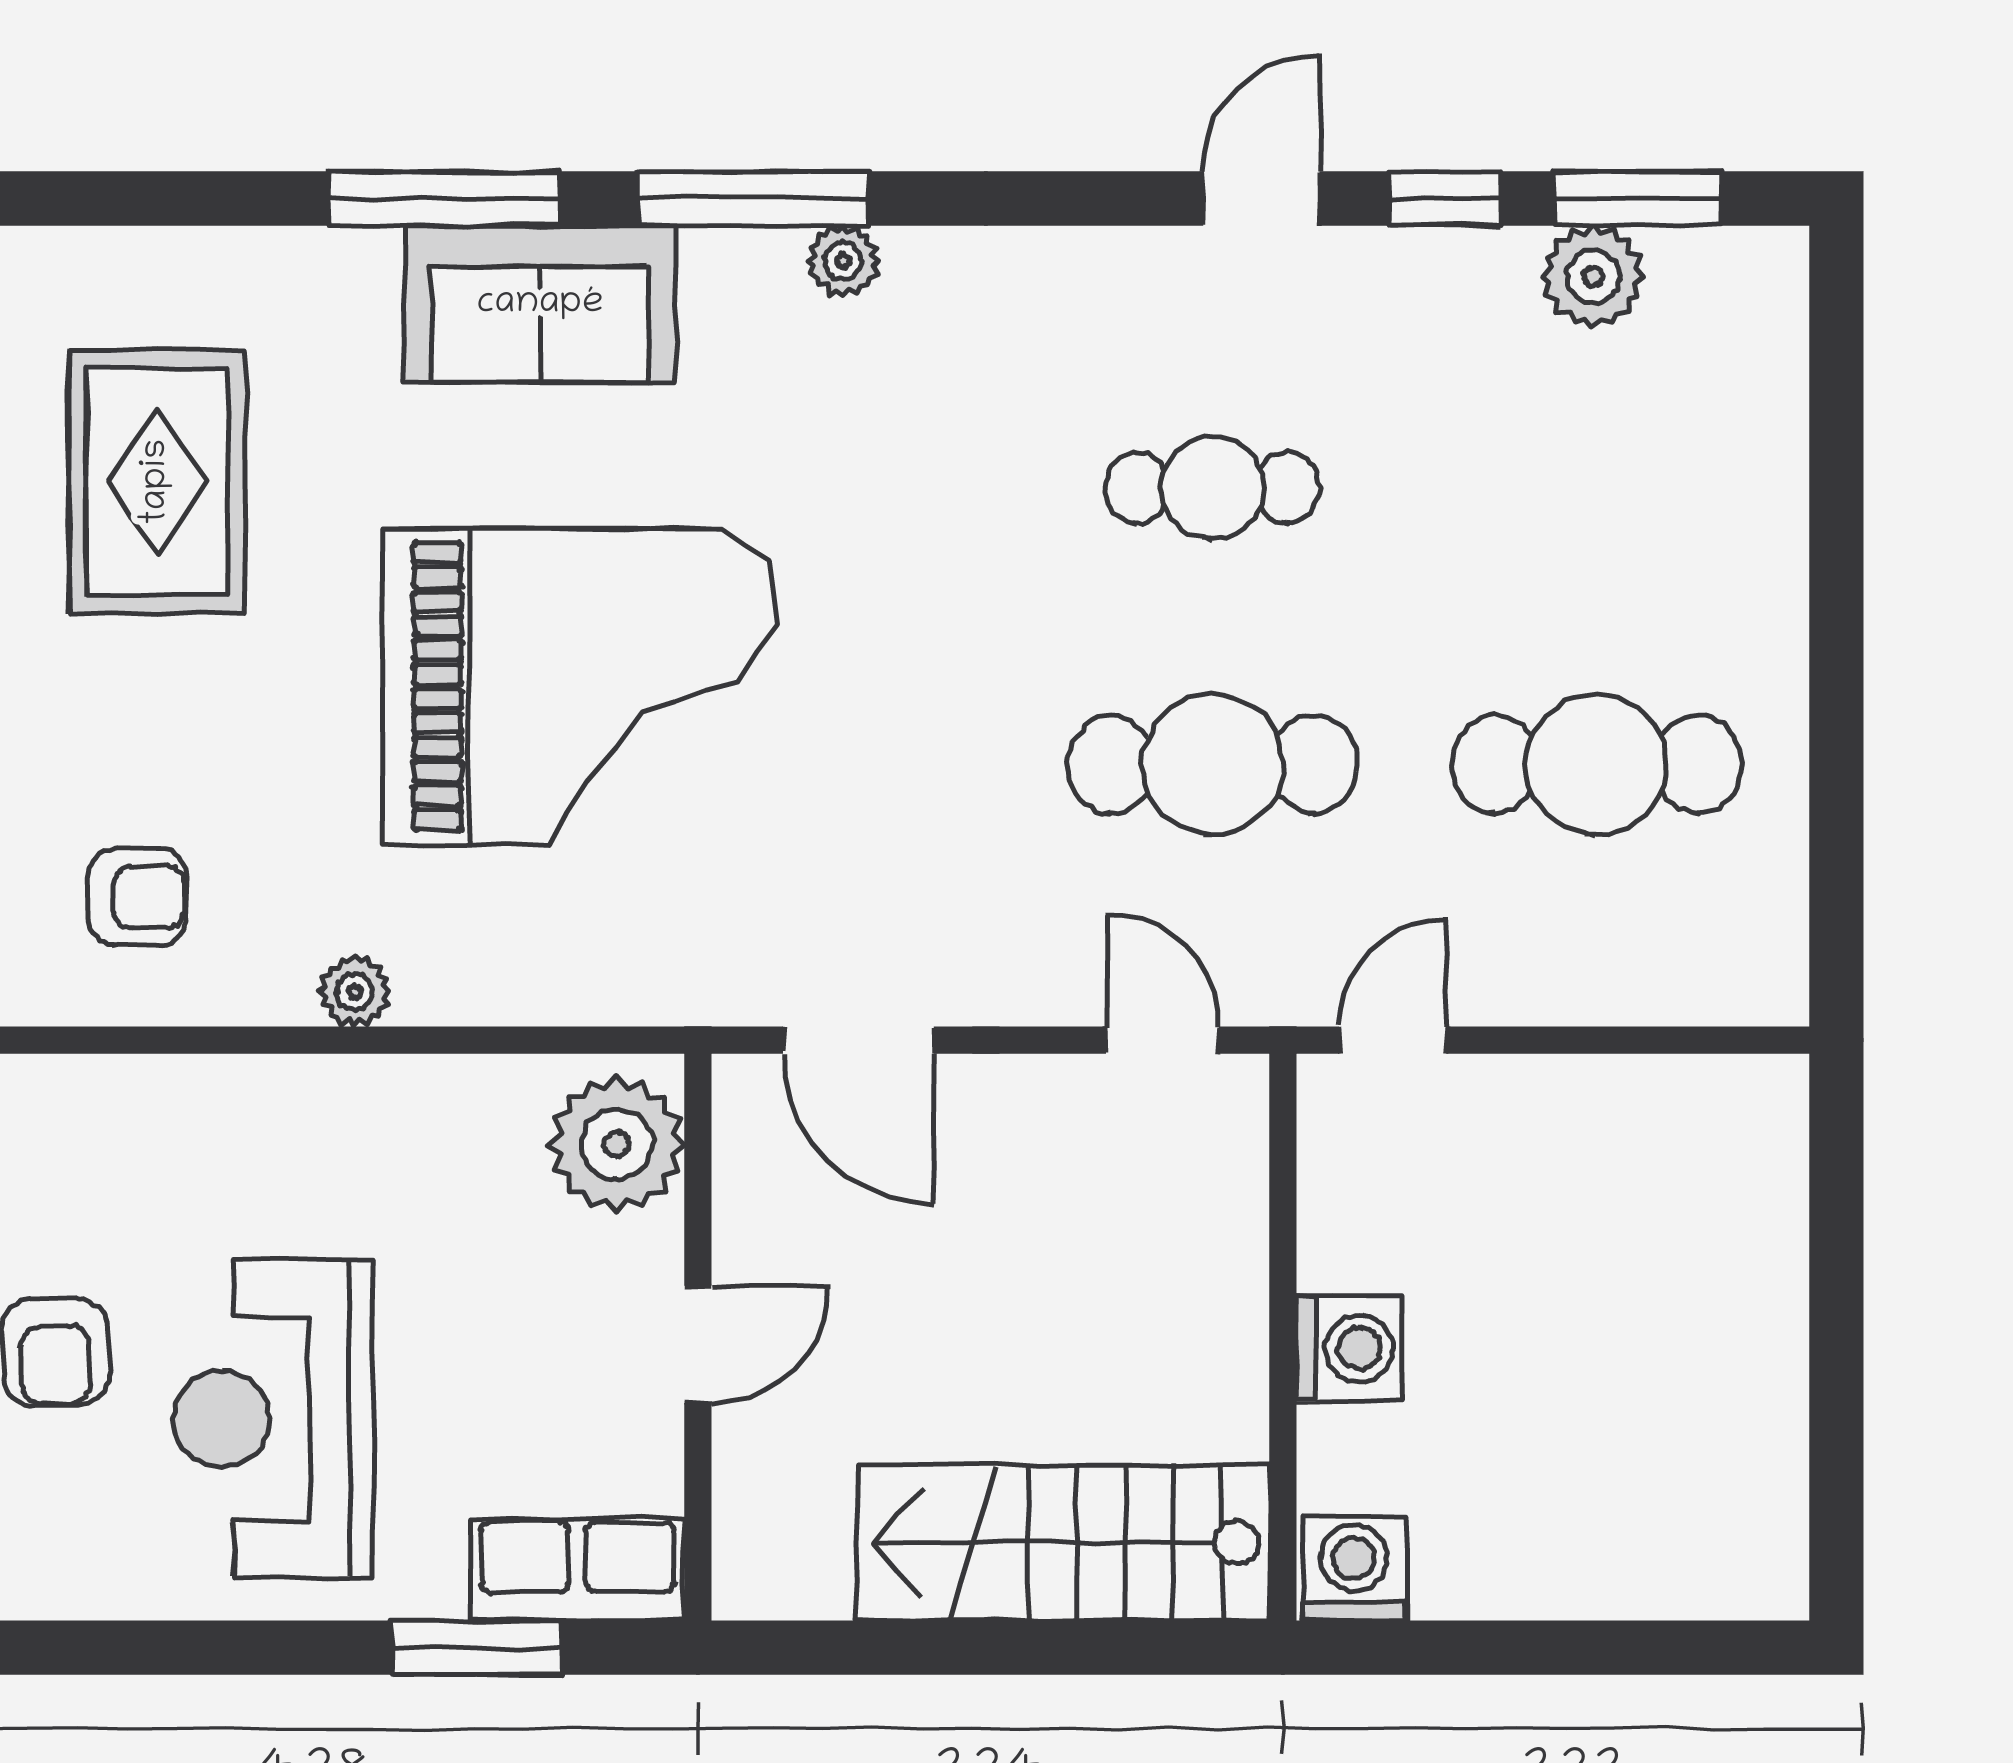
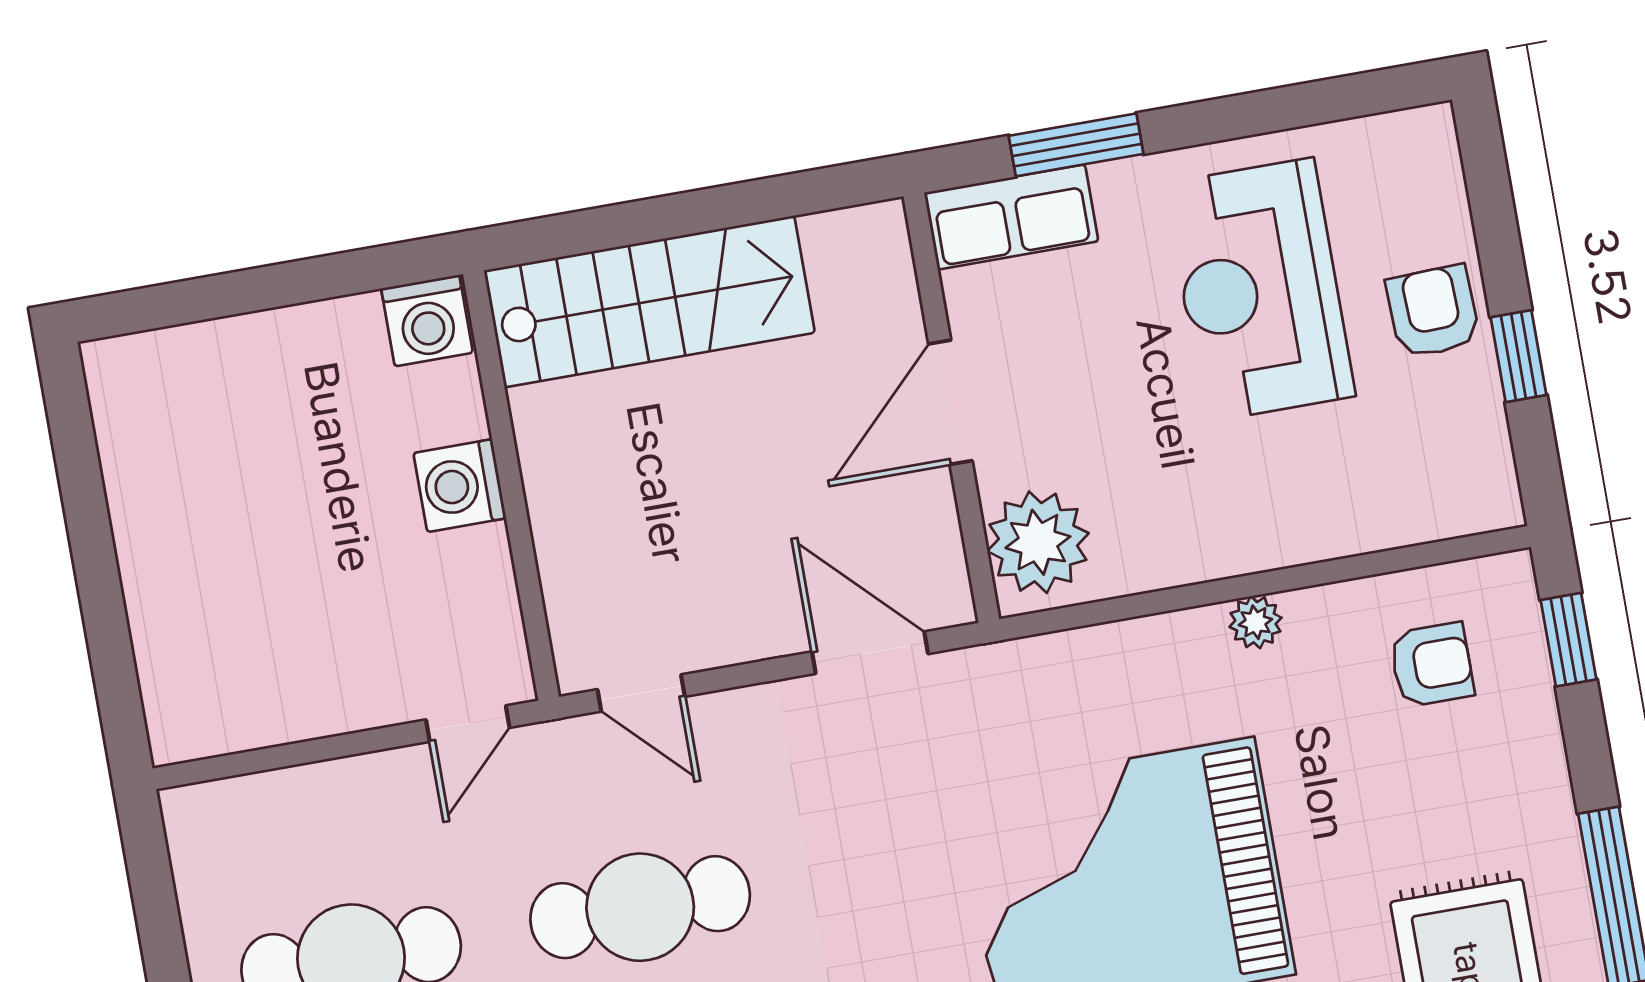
armchair: (137, 897) -> (1432, 665), turned 180
door: (698, 1344) -> (950, 402), width x1.38
reception desk: (274, 1419) -> (1260, 290), turned 180

